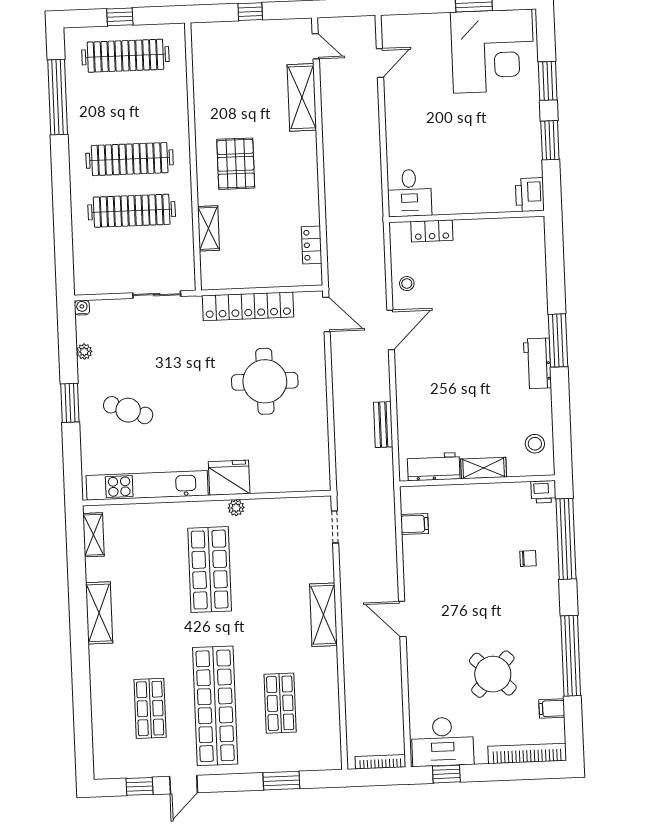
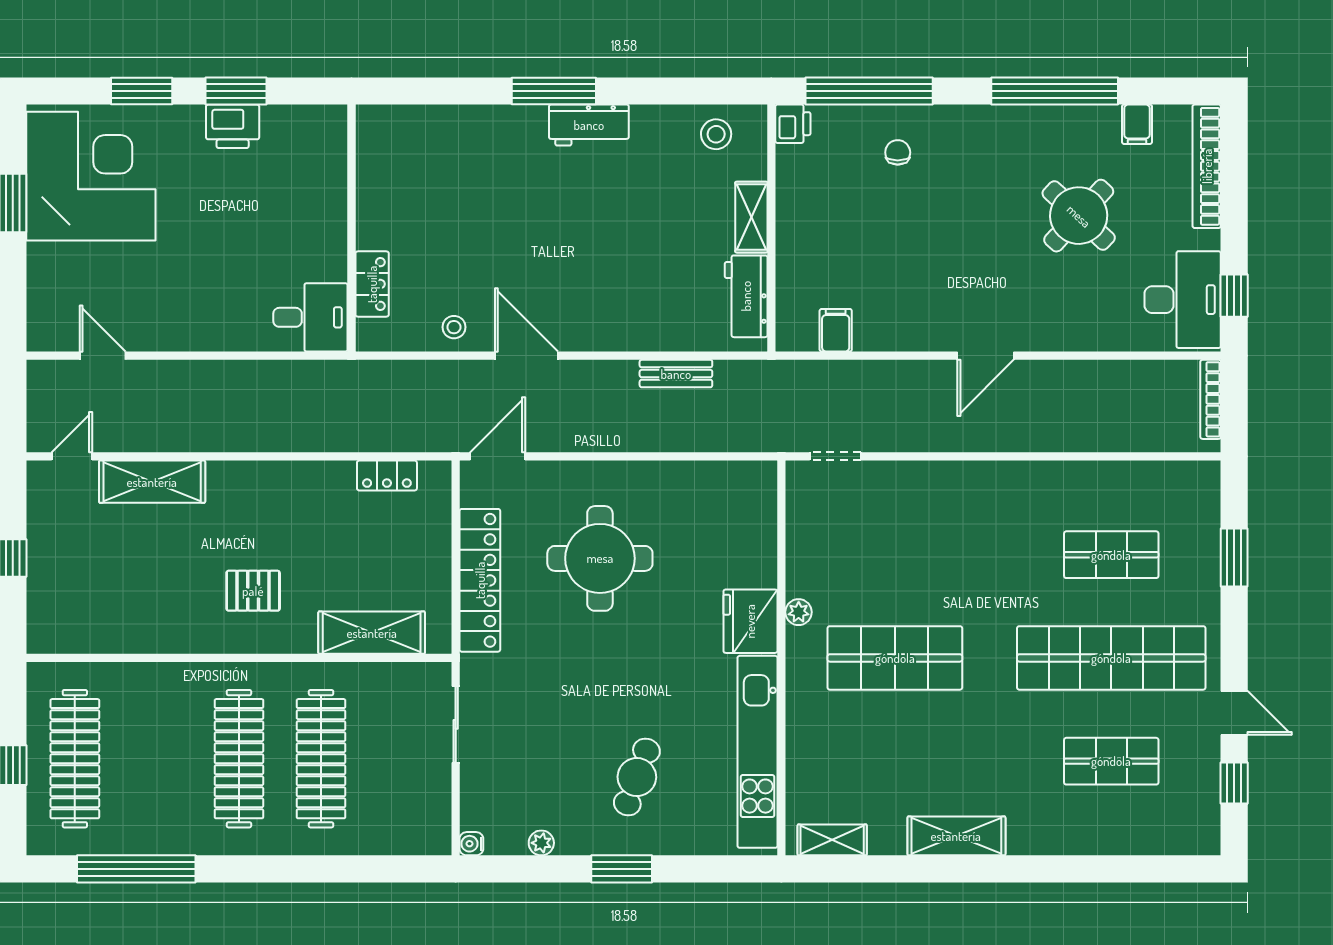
pallet: (236, 164) -> (253, 591), width x0.67, depth x0.71
printer: (530, 195) -> (233, 126), moved
shelving: (209, 228) -> (372, 633), width x1.50, depth x1.33
shelving: (323, 615) -> (974, 480), removed

